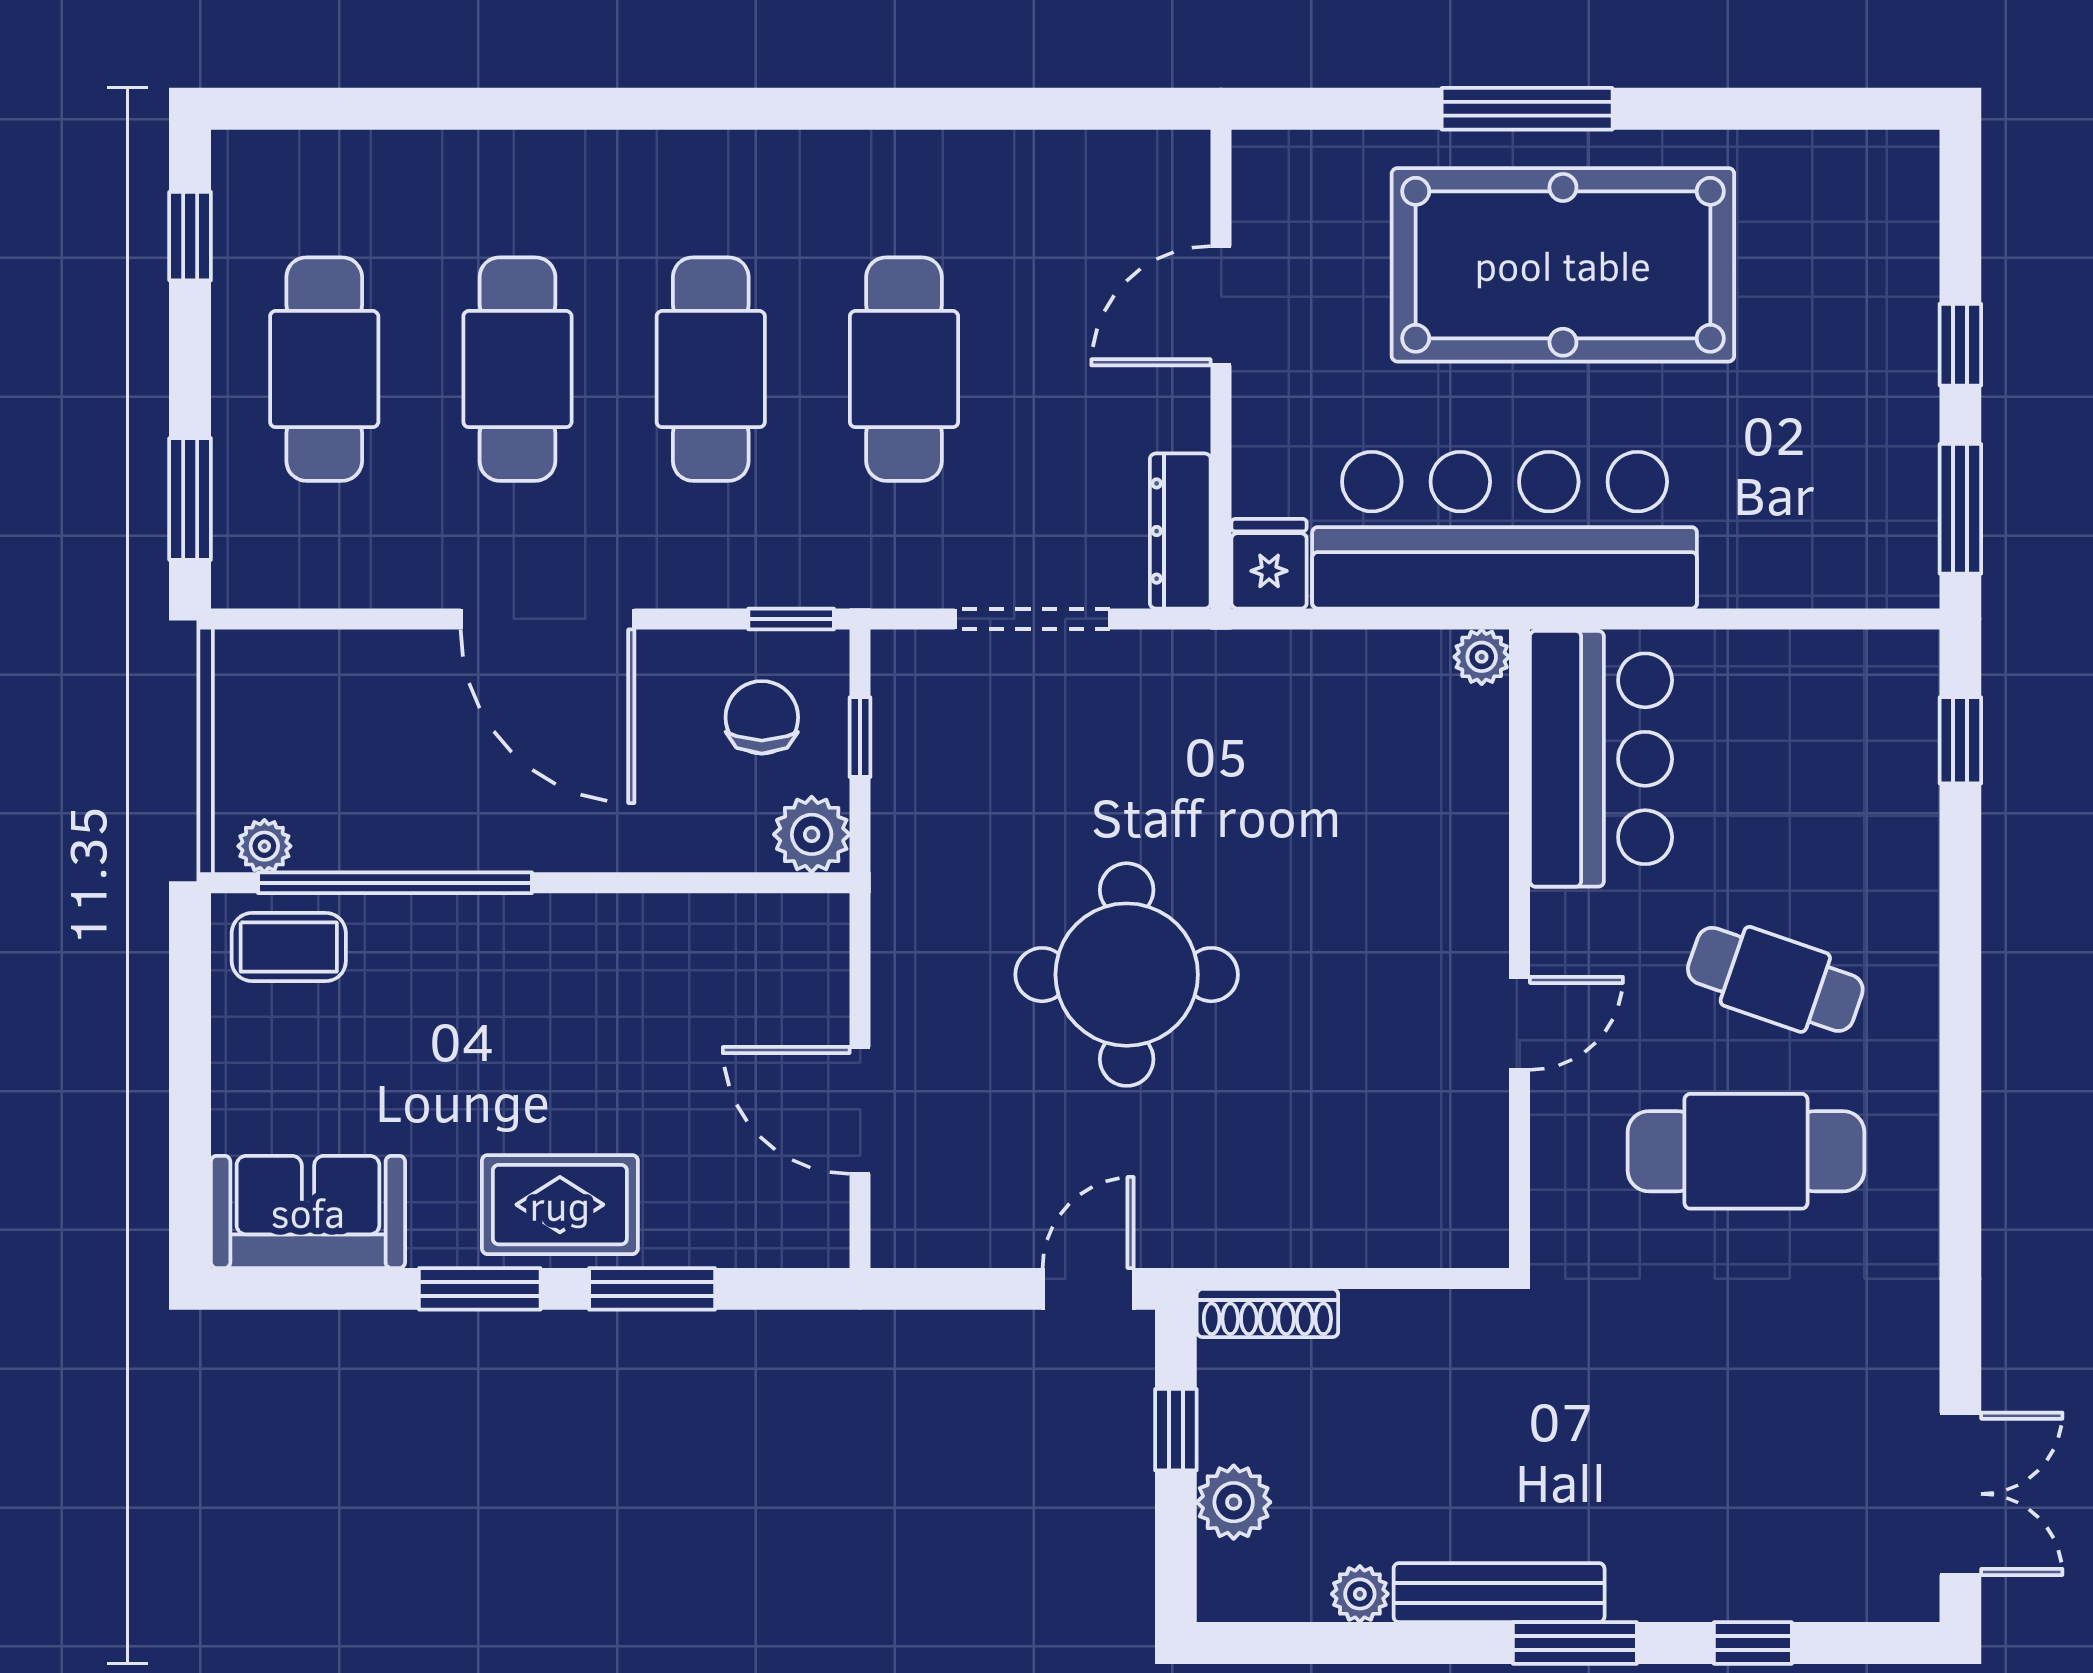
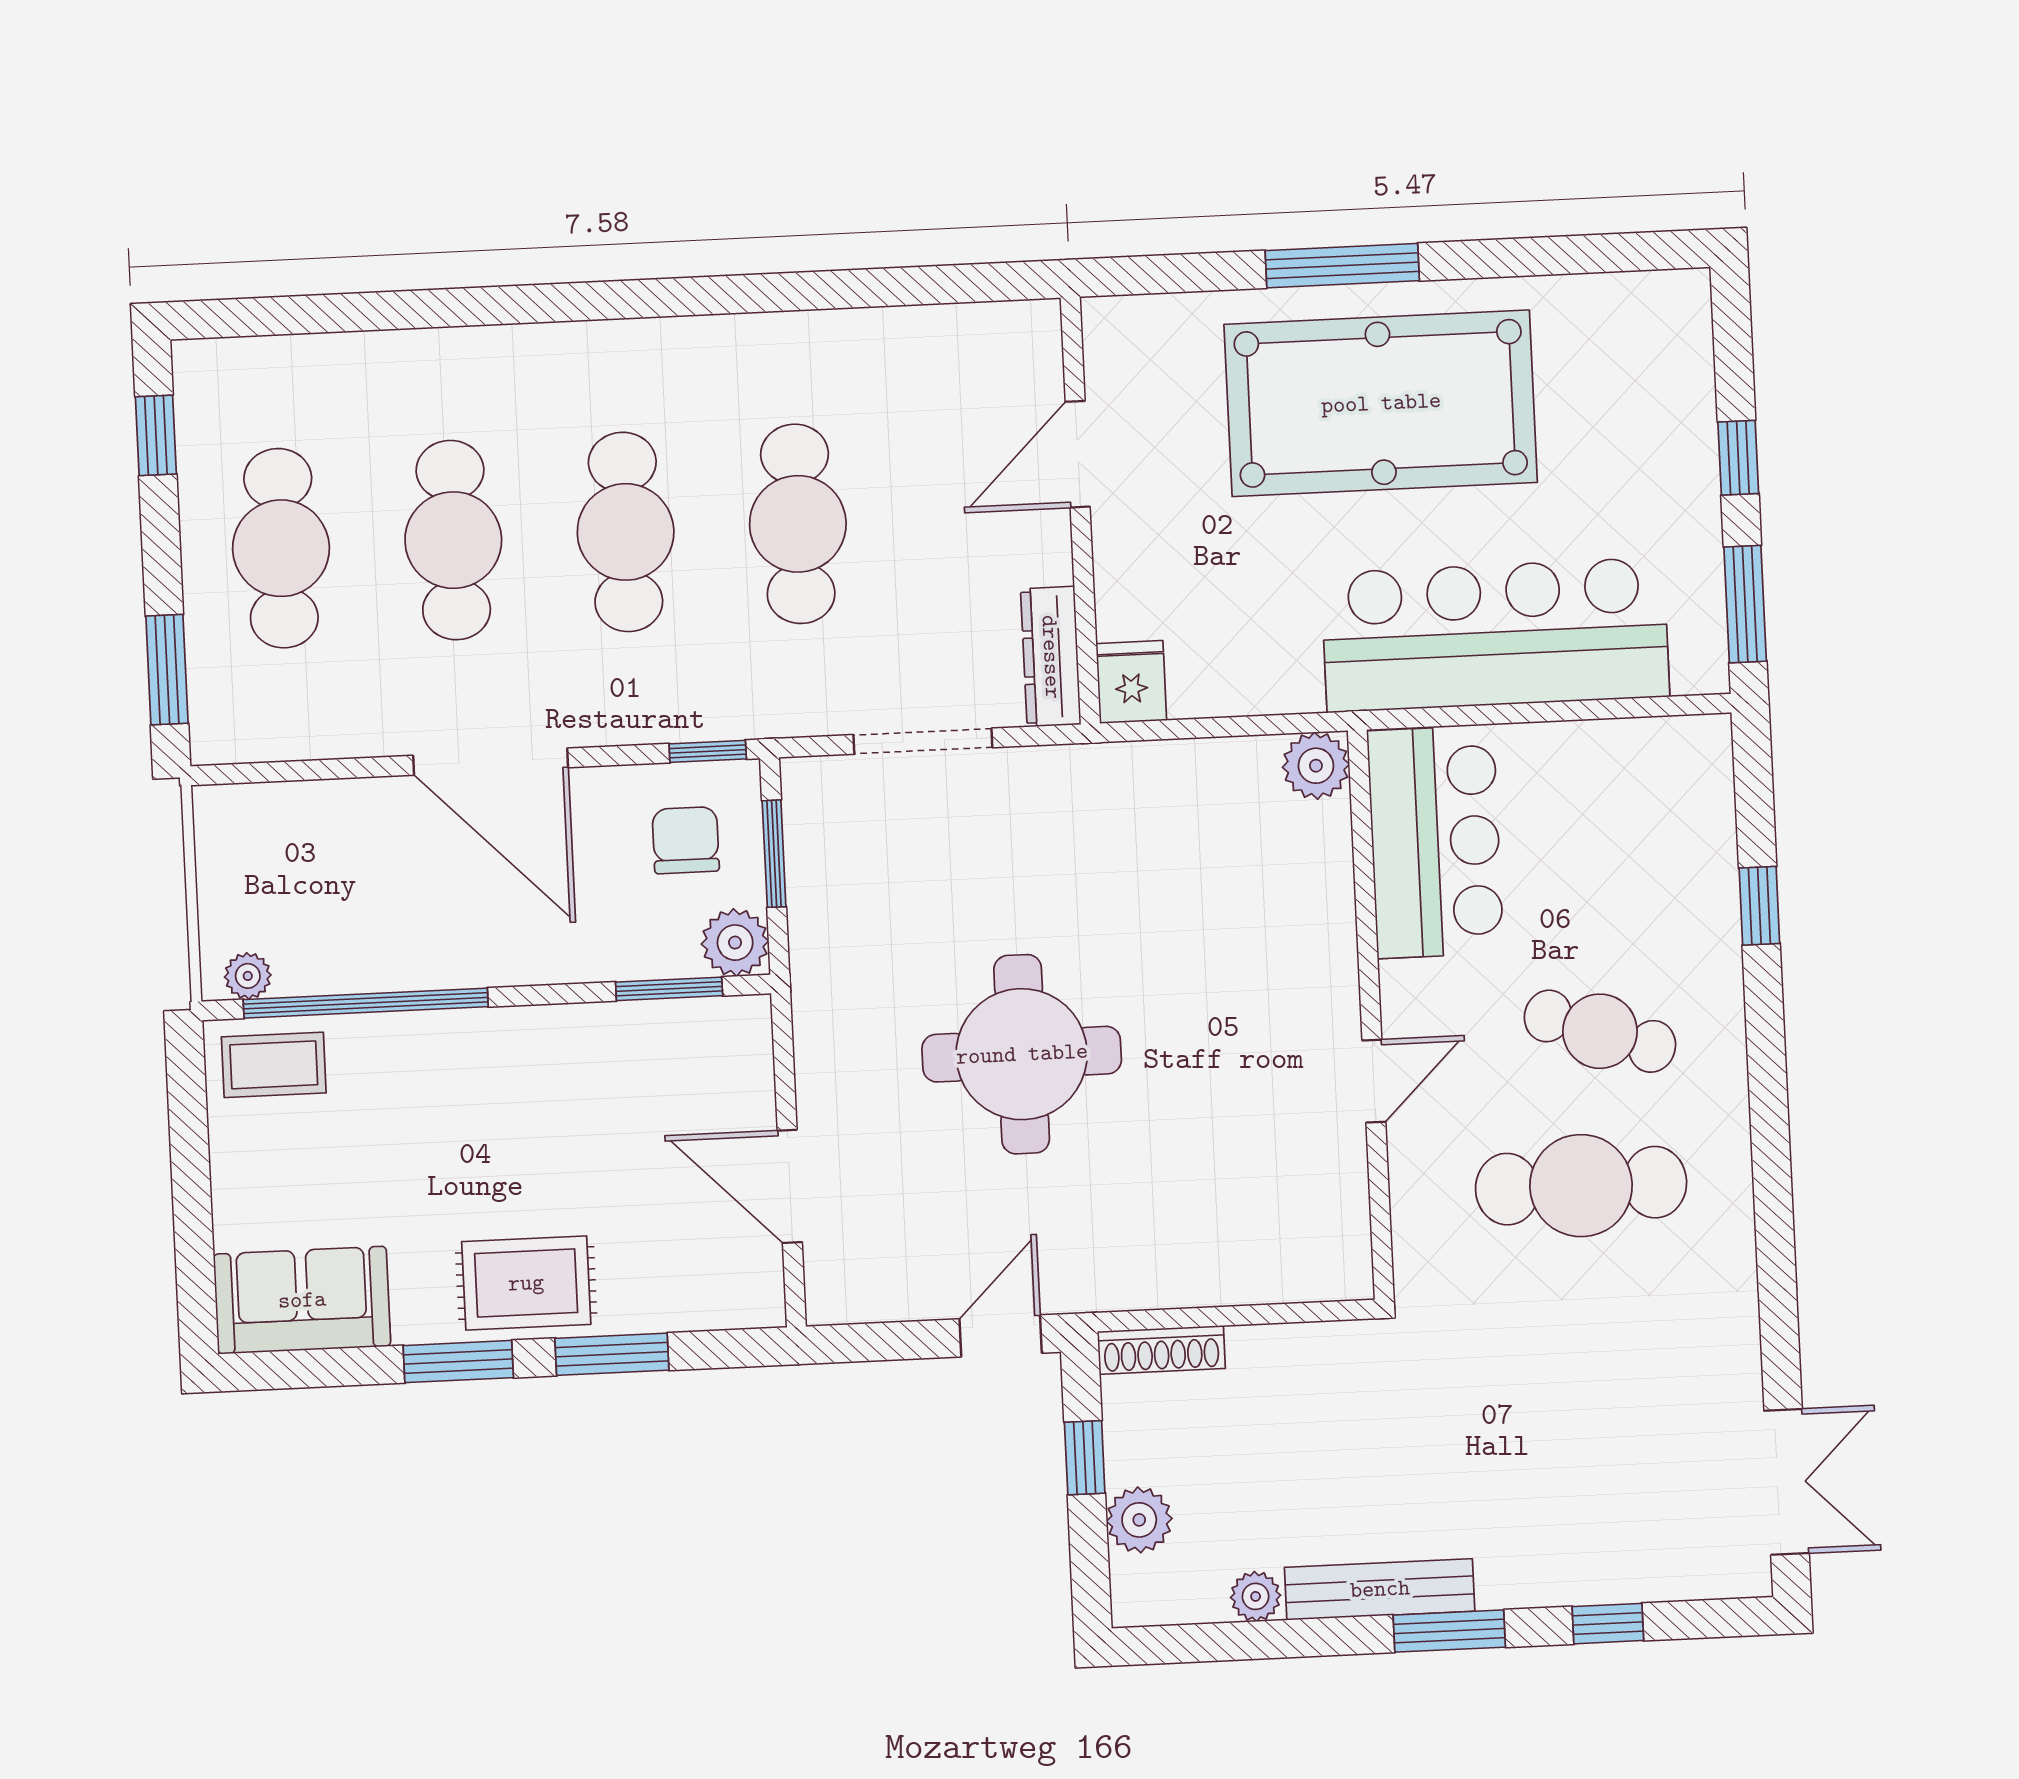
bar counter: (1505, 530) -> (1495, 635), moved
plant: (1482, 657) -> (1316, 766), width x1.38, depth x1.38
window: (860, 737) -> (774, 854), width x1.50
window: (1960, 740) -> (1759, 906), moved
window: (735, 883) -> (669, 989), added

